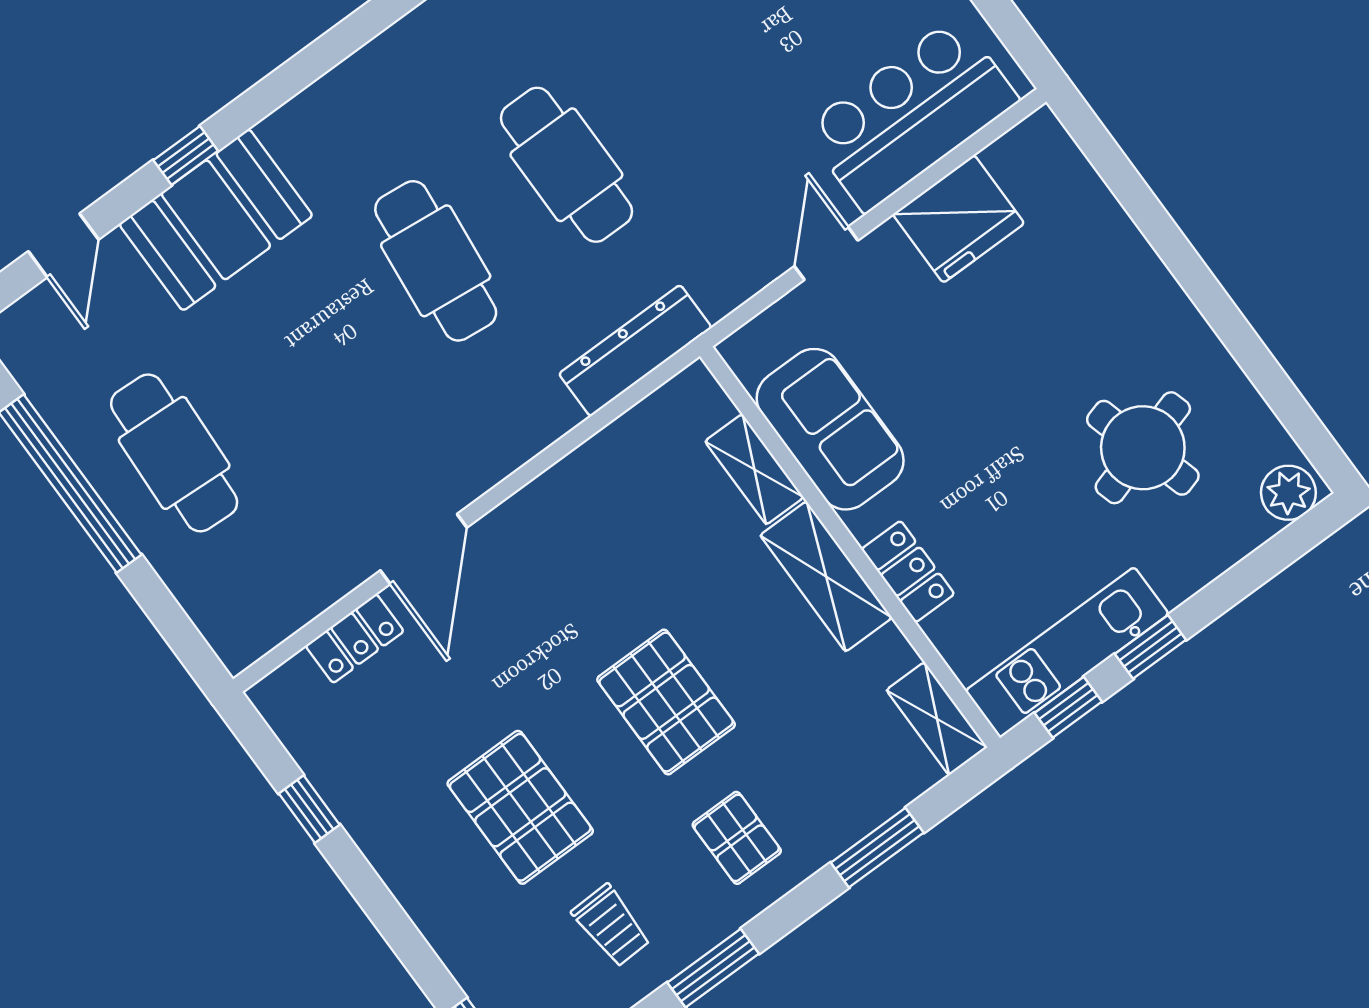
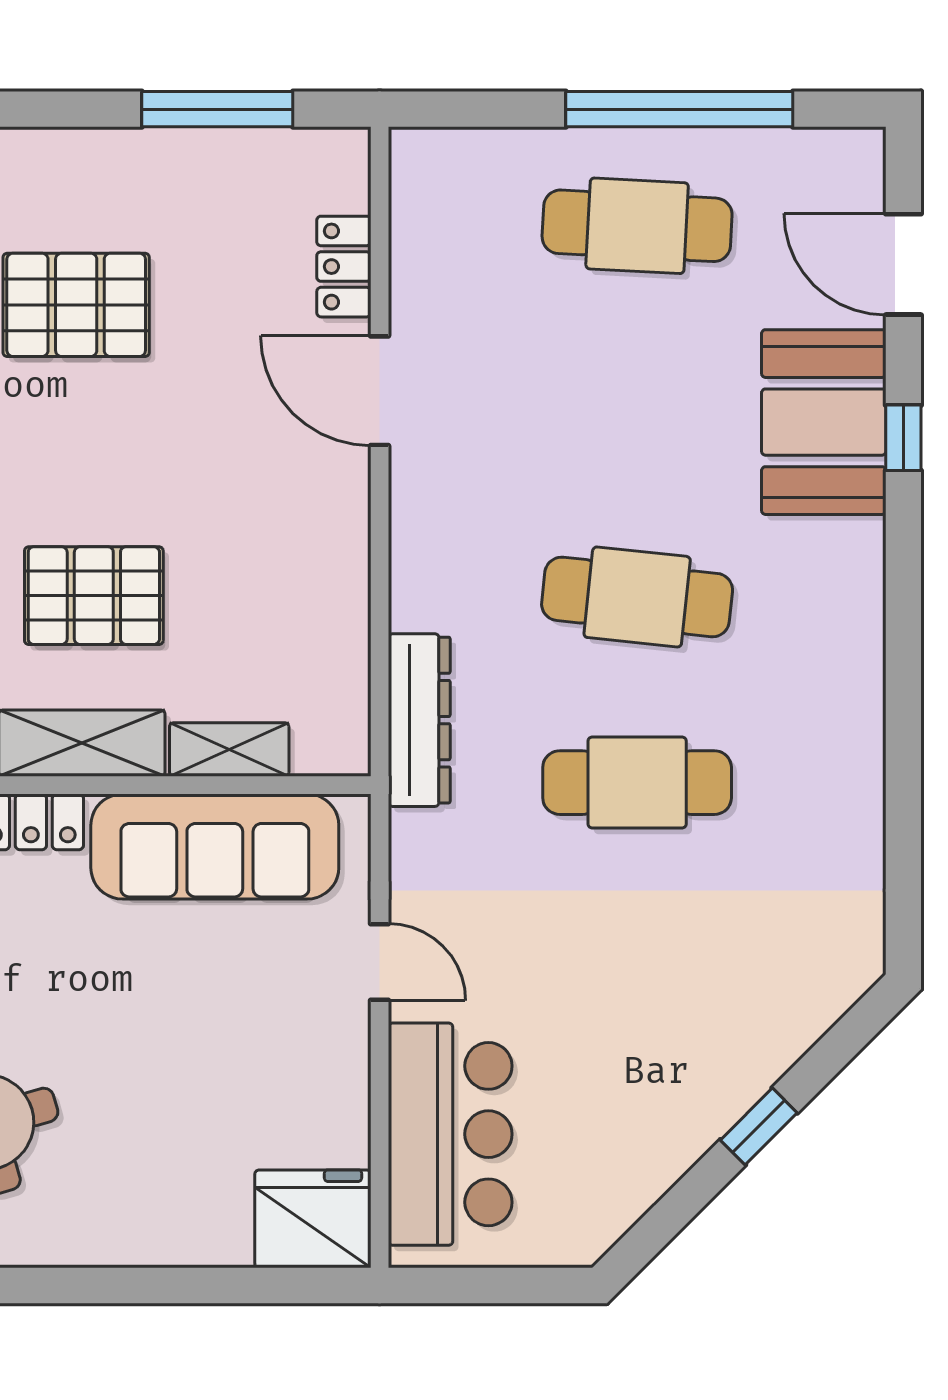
fridge: (959, 219) -> (313, 1219), moved, turned 90
door: (63, 245) -> (903, 264), width x1.38
sofa: (830, 429) -> (215, 847), width x1.36
pallet: (666, 702) -> (94, 596), moved
window: (309, 809) -> (217, 109), width x2.17

